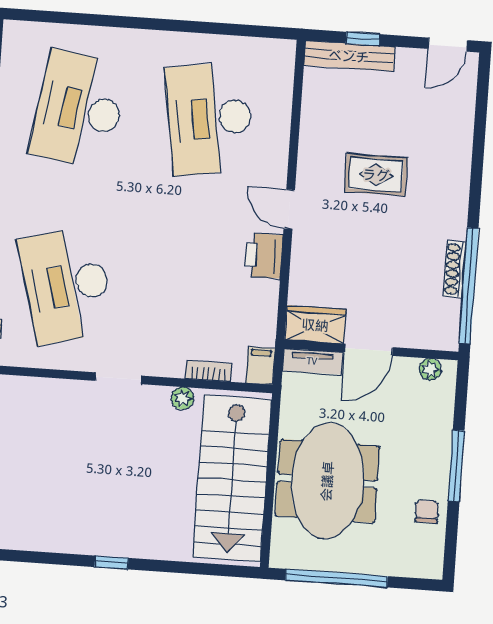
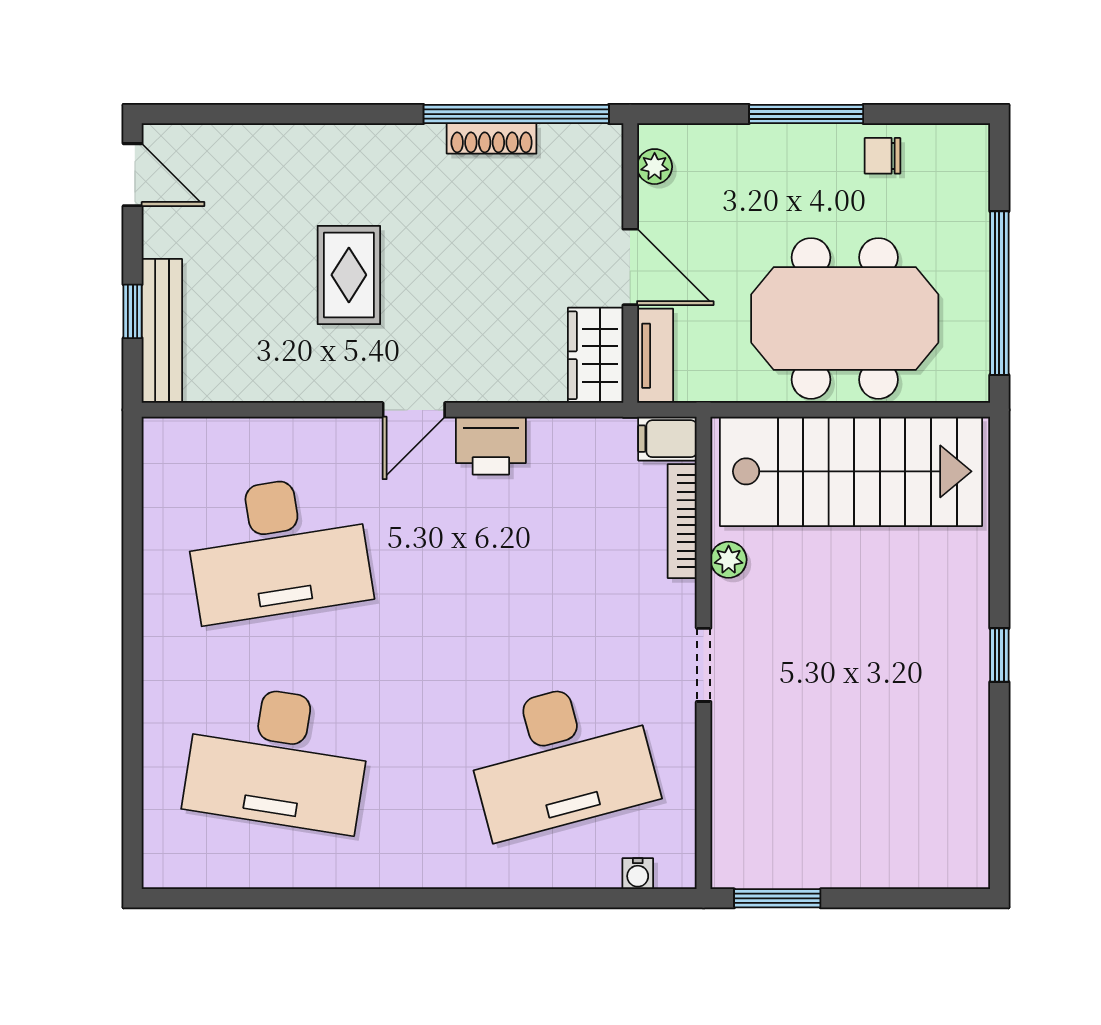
bookcase: (209, 371) -> (682, 521), width x1.56

